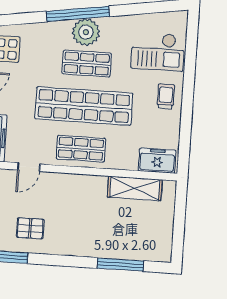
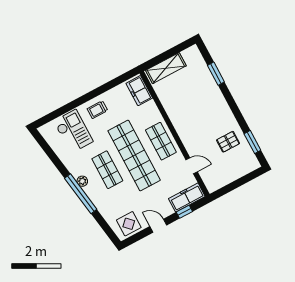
plant: (86, 32) -> (82, 181), width x0.53, depth x0.53
shelving: (135, 188) -> (166, 68), moved, turned 90
pallet: (30, 228) -> (228, 142), turned 90
window: (120, 265) -> (216, 74), width x0.69

